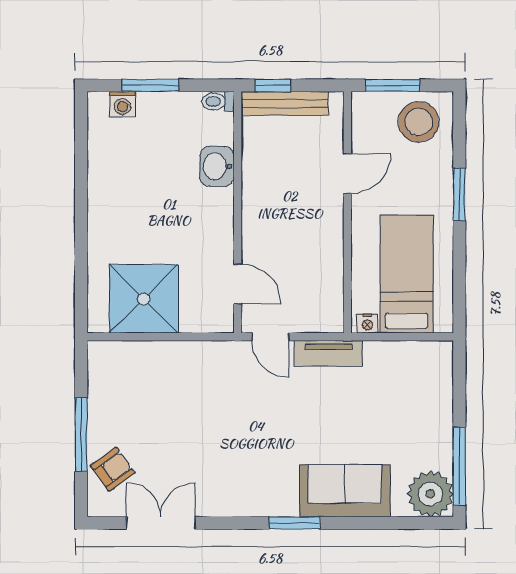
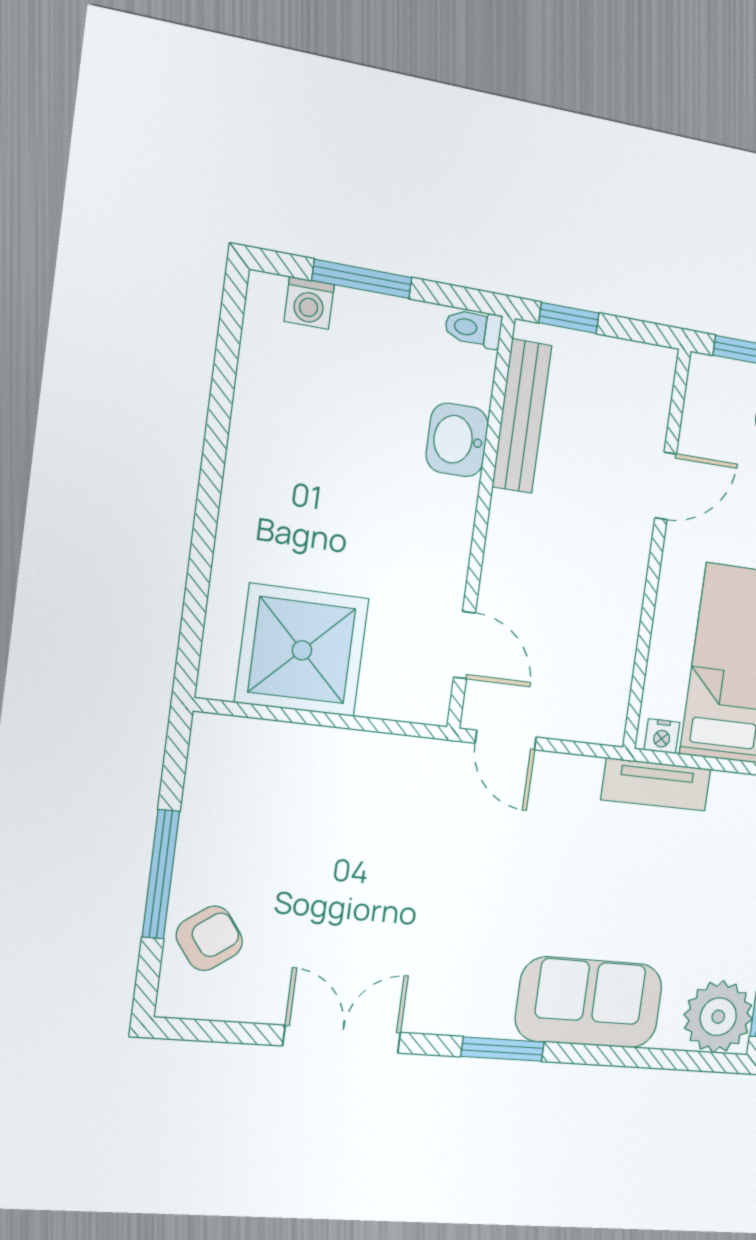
bench: (285, 104) -> (522, 416), moved, turned 90
tv unit: (328, 353) -> (656, 784), moved
double door: (161, 523) -> (342, 1039), moved

